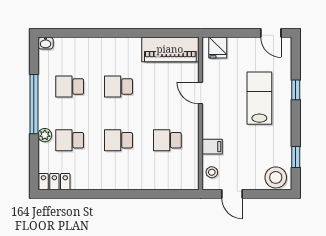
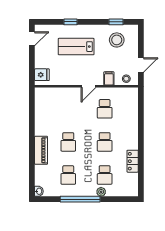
piano: (170, 49) -> (41, 150), moved, width x0.73, depth x0.75
door: (201, 93) -> (89, 86), moved
stool: (276, 177) -> (117, 40), moved
locker: (54, 182) -> (133, 161), moved

